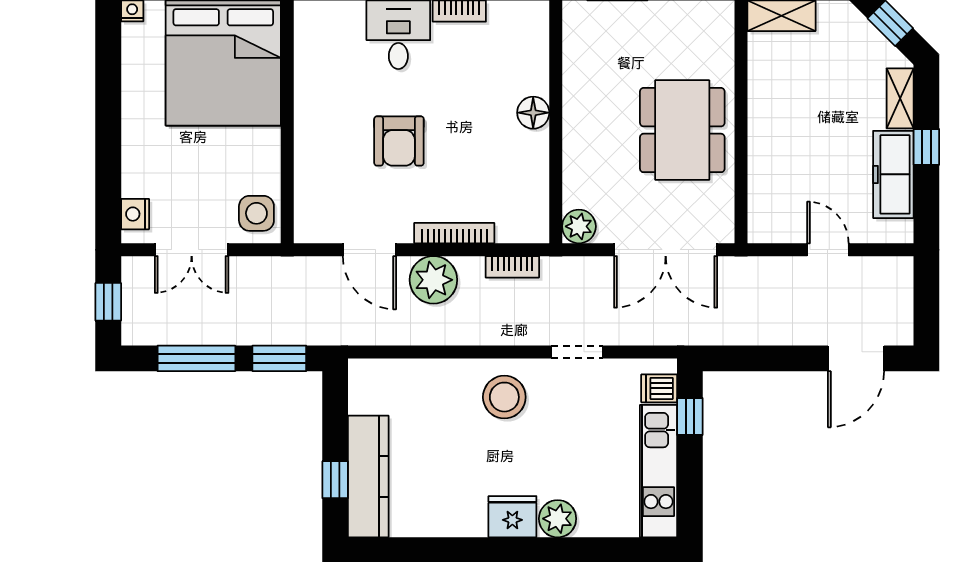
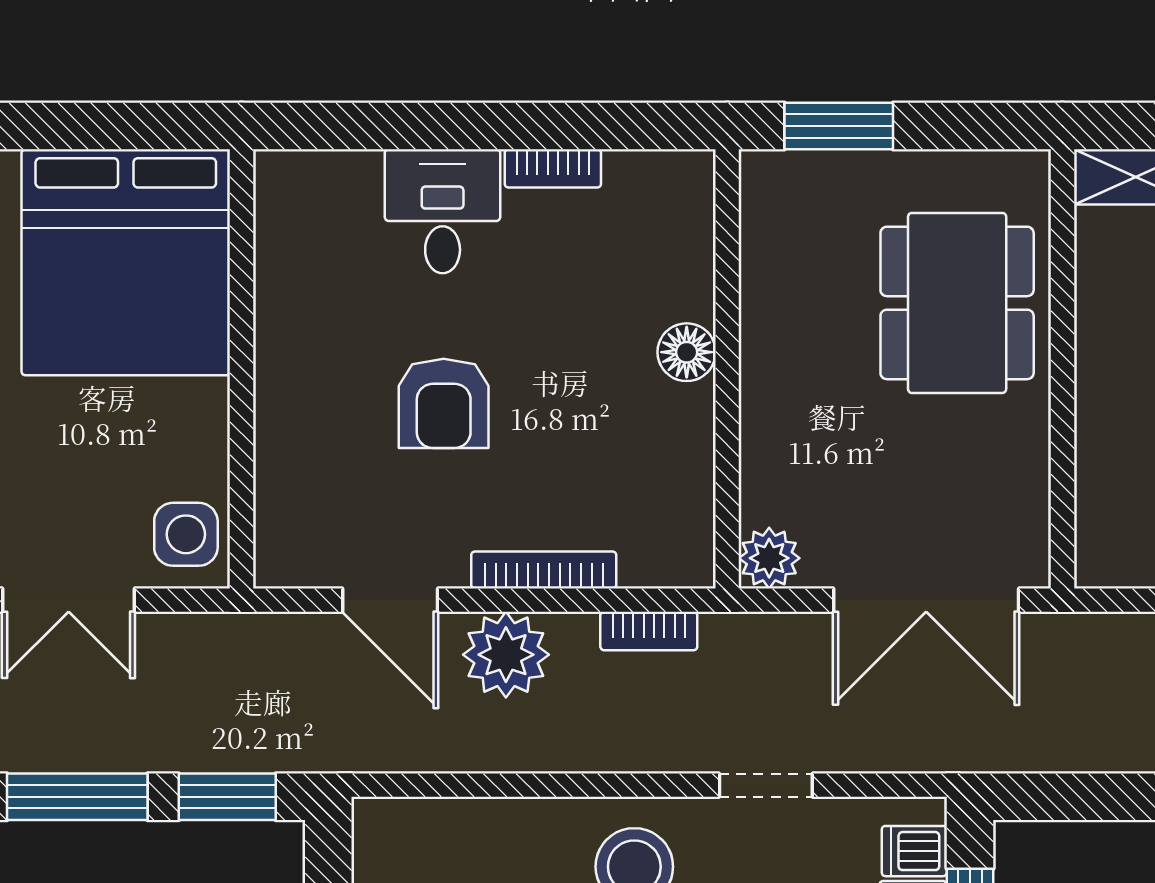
dining table: (682, 130) -> (957, 303), moved

